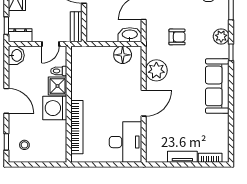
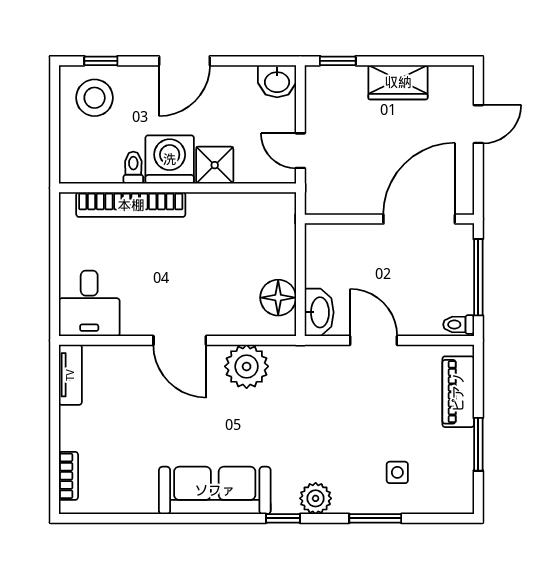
bench: (76, 27) -> (335, 203), removed
dresser: (20, 35) -> (318, 89), removed
armchair: (177, 37) -> (315, 408), removed
toilet: (59, 71) -> (133, 168), moved
desk: (125, 142) -> (89, 303), width x0.73
stool: (24, 145) -> (95, 98), width x1.89, depth x1.89
tv unit: (182, 157) -> (70, 375), moved

